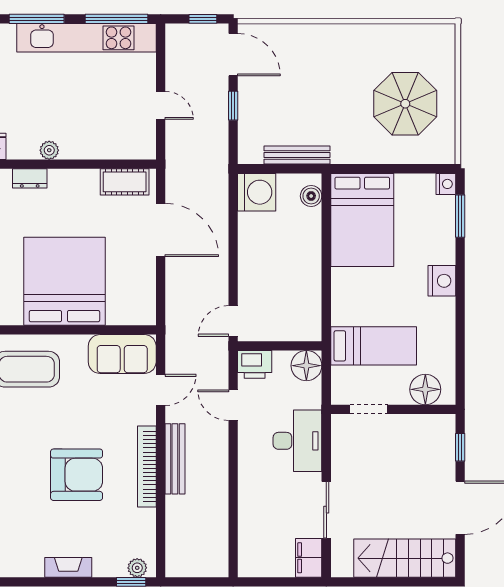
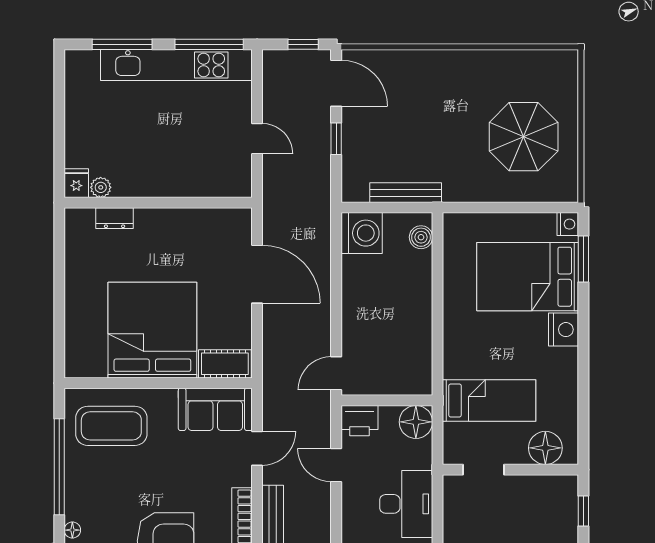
plant: (49, 150) -> (101, 187), moved
cot: (125, 182) -> (225, 364), moved
bed: (362, 220) -> (528, 277), moved, turned 90

